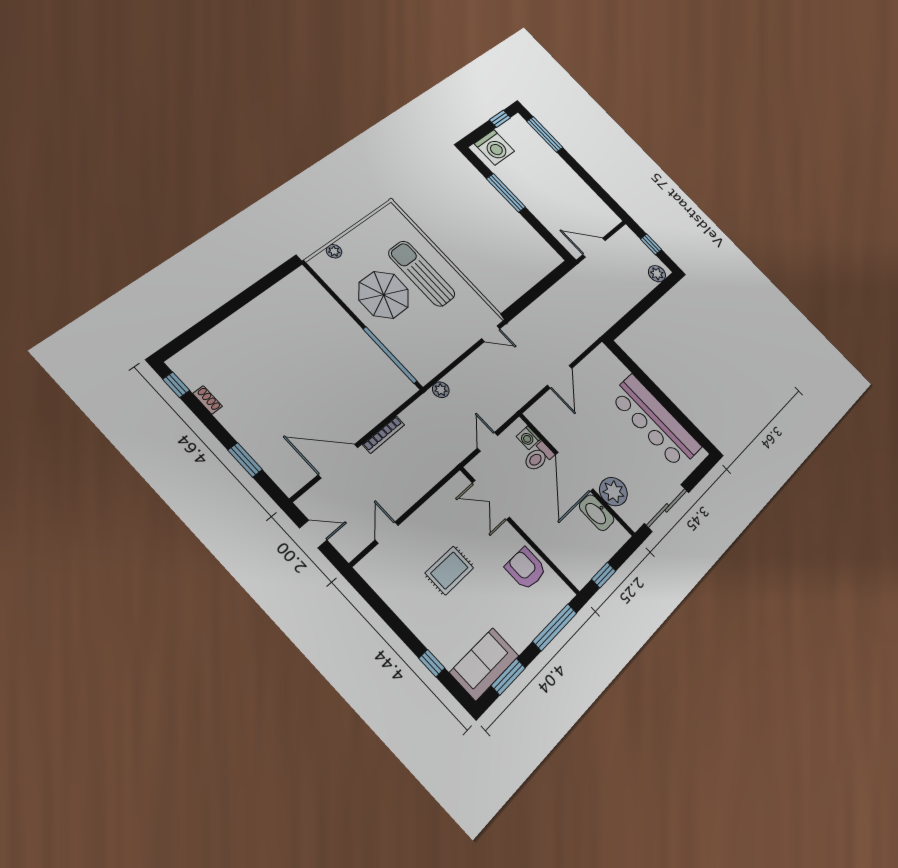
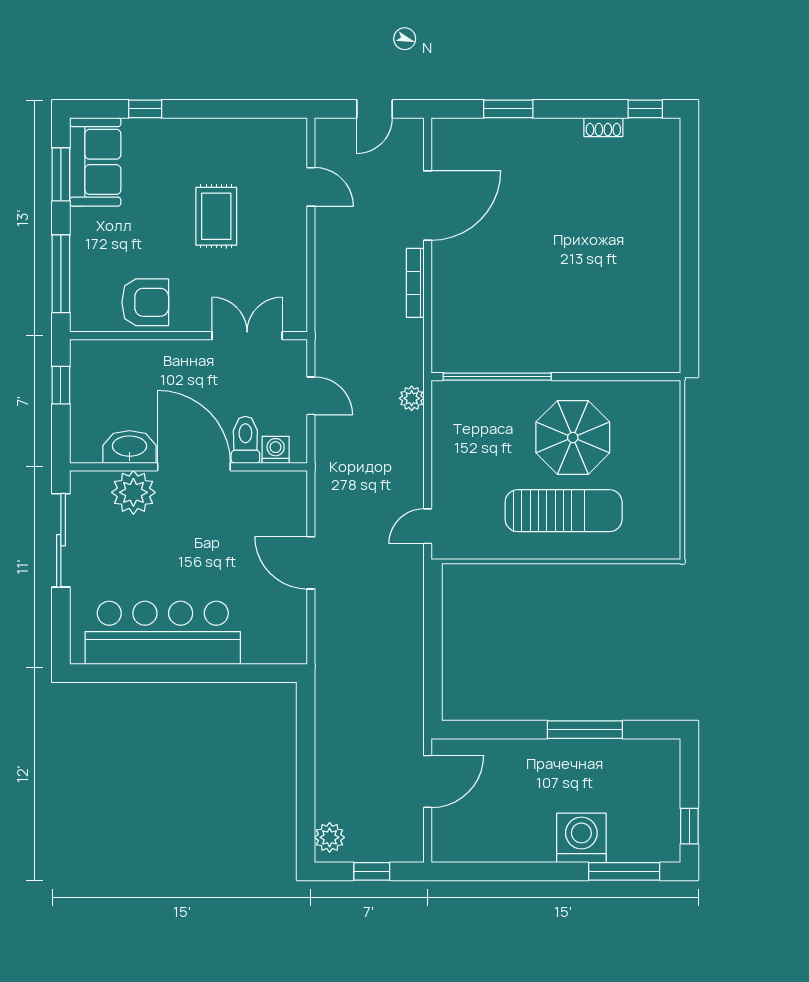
washing machine: (494, 147) -> (581, 838), moved, turned 90
plant: (334, 251) -> (669, 427), removed

